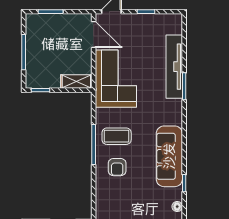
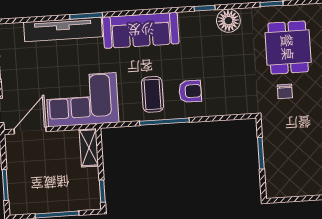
sofa: (169, 156) -> (141, 30), moved
floor lamp: (177, 207) -> (228, 21), width x1.89, depth x1.89

